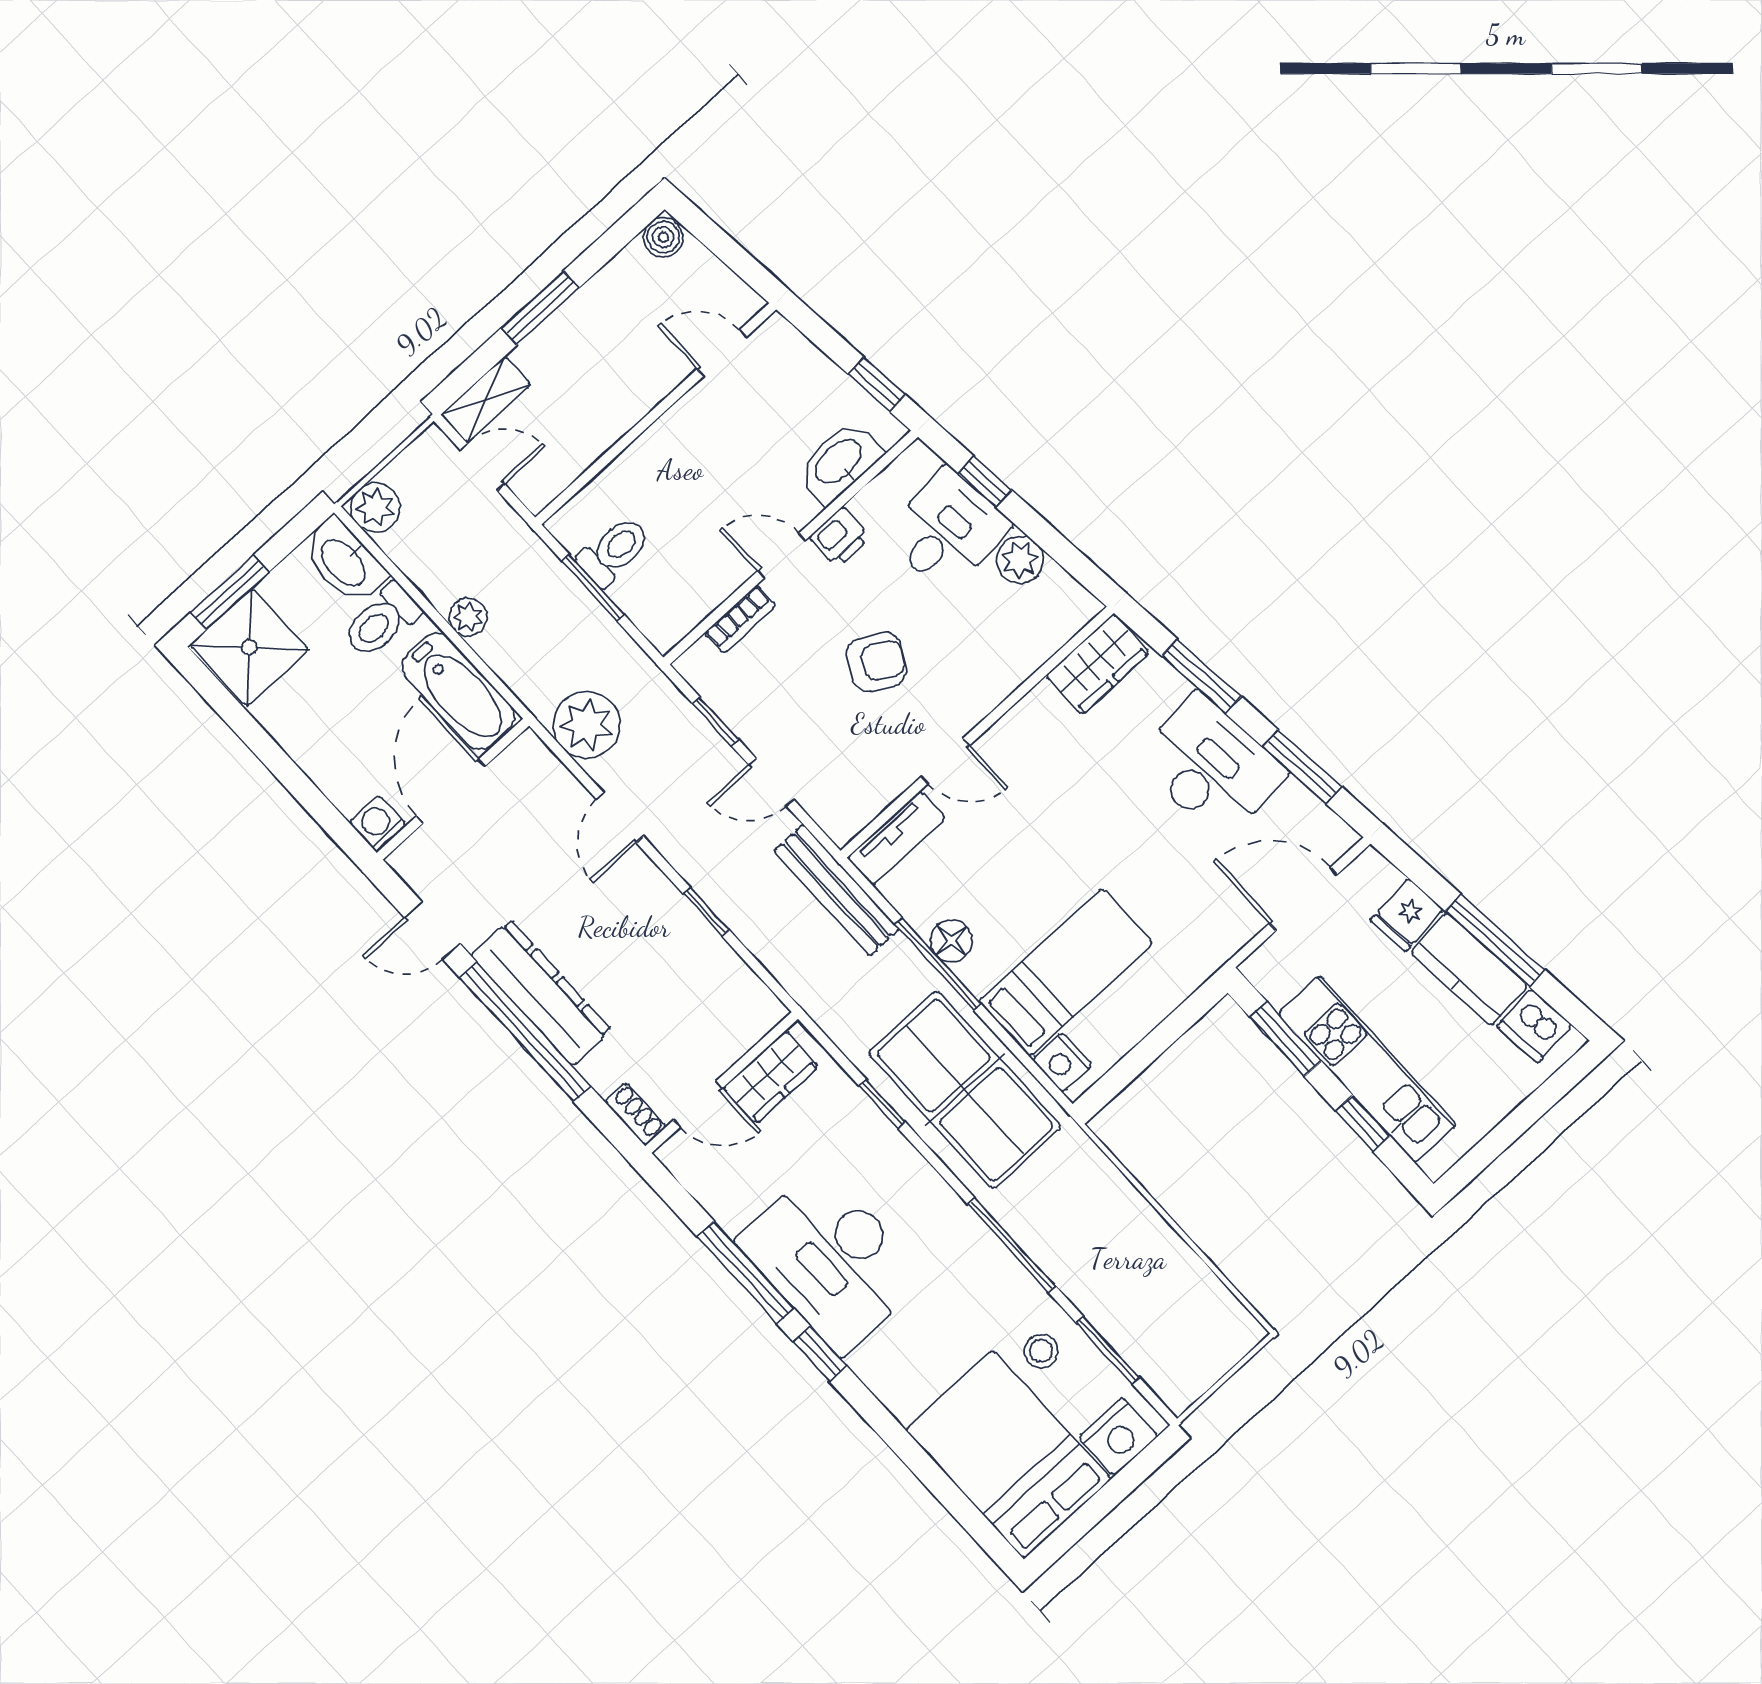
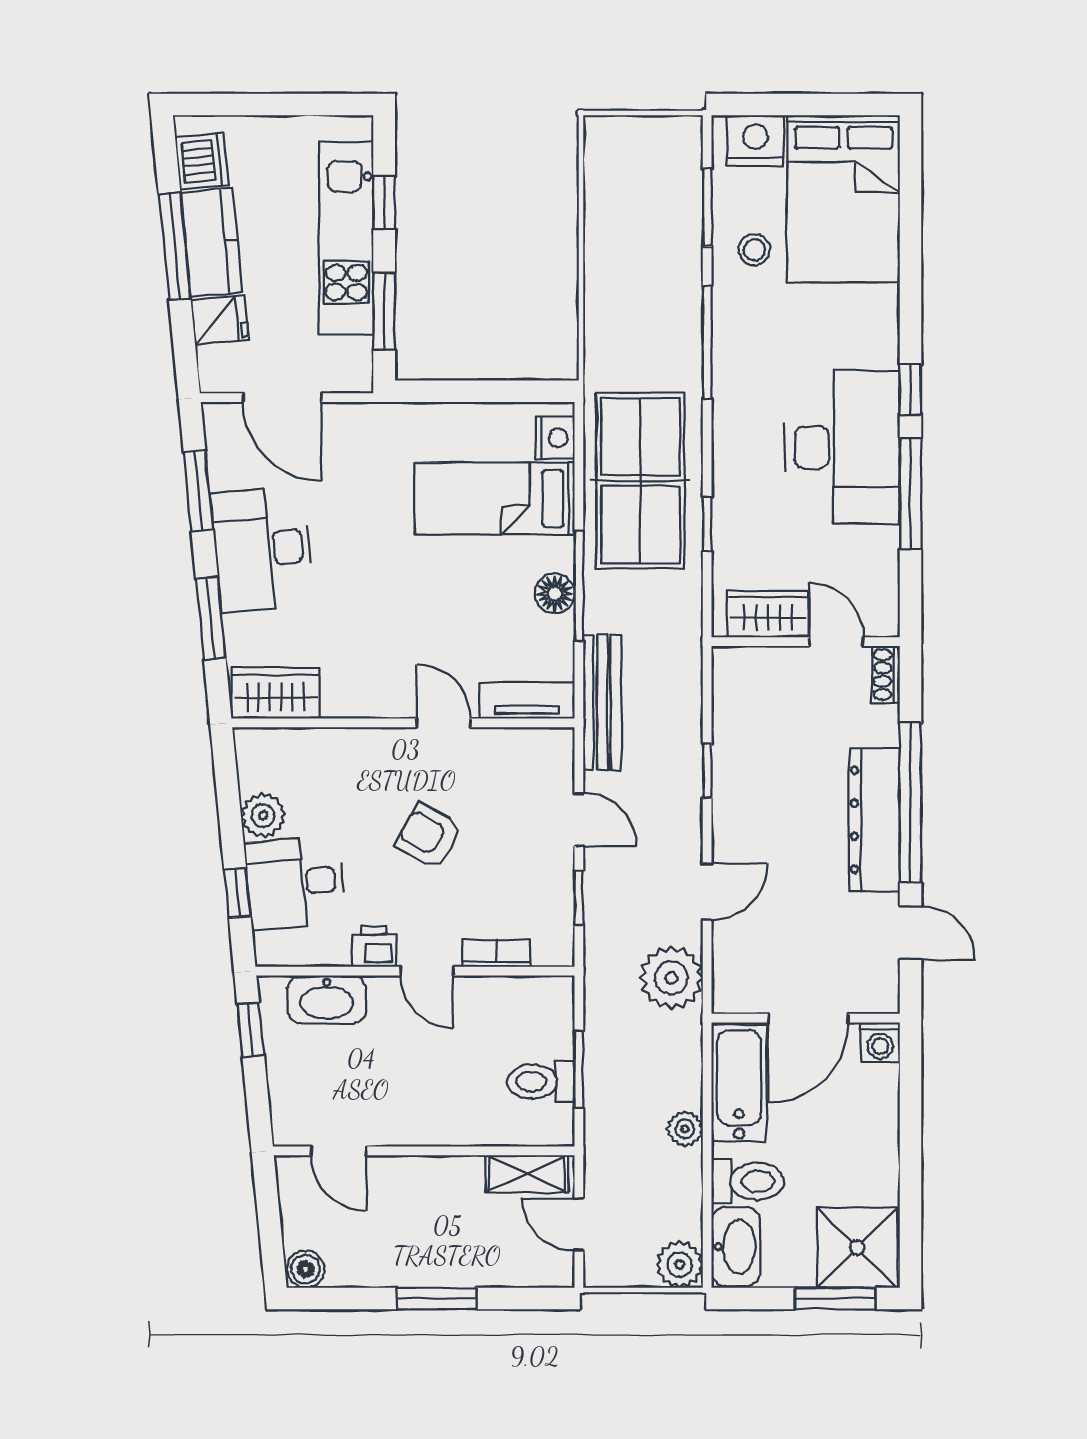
shelving: (486, 400) -> (527, 1174), moved

